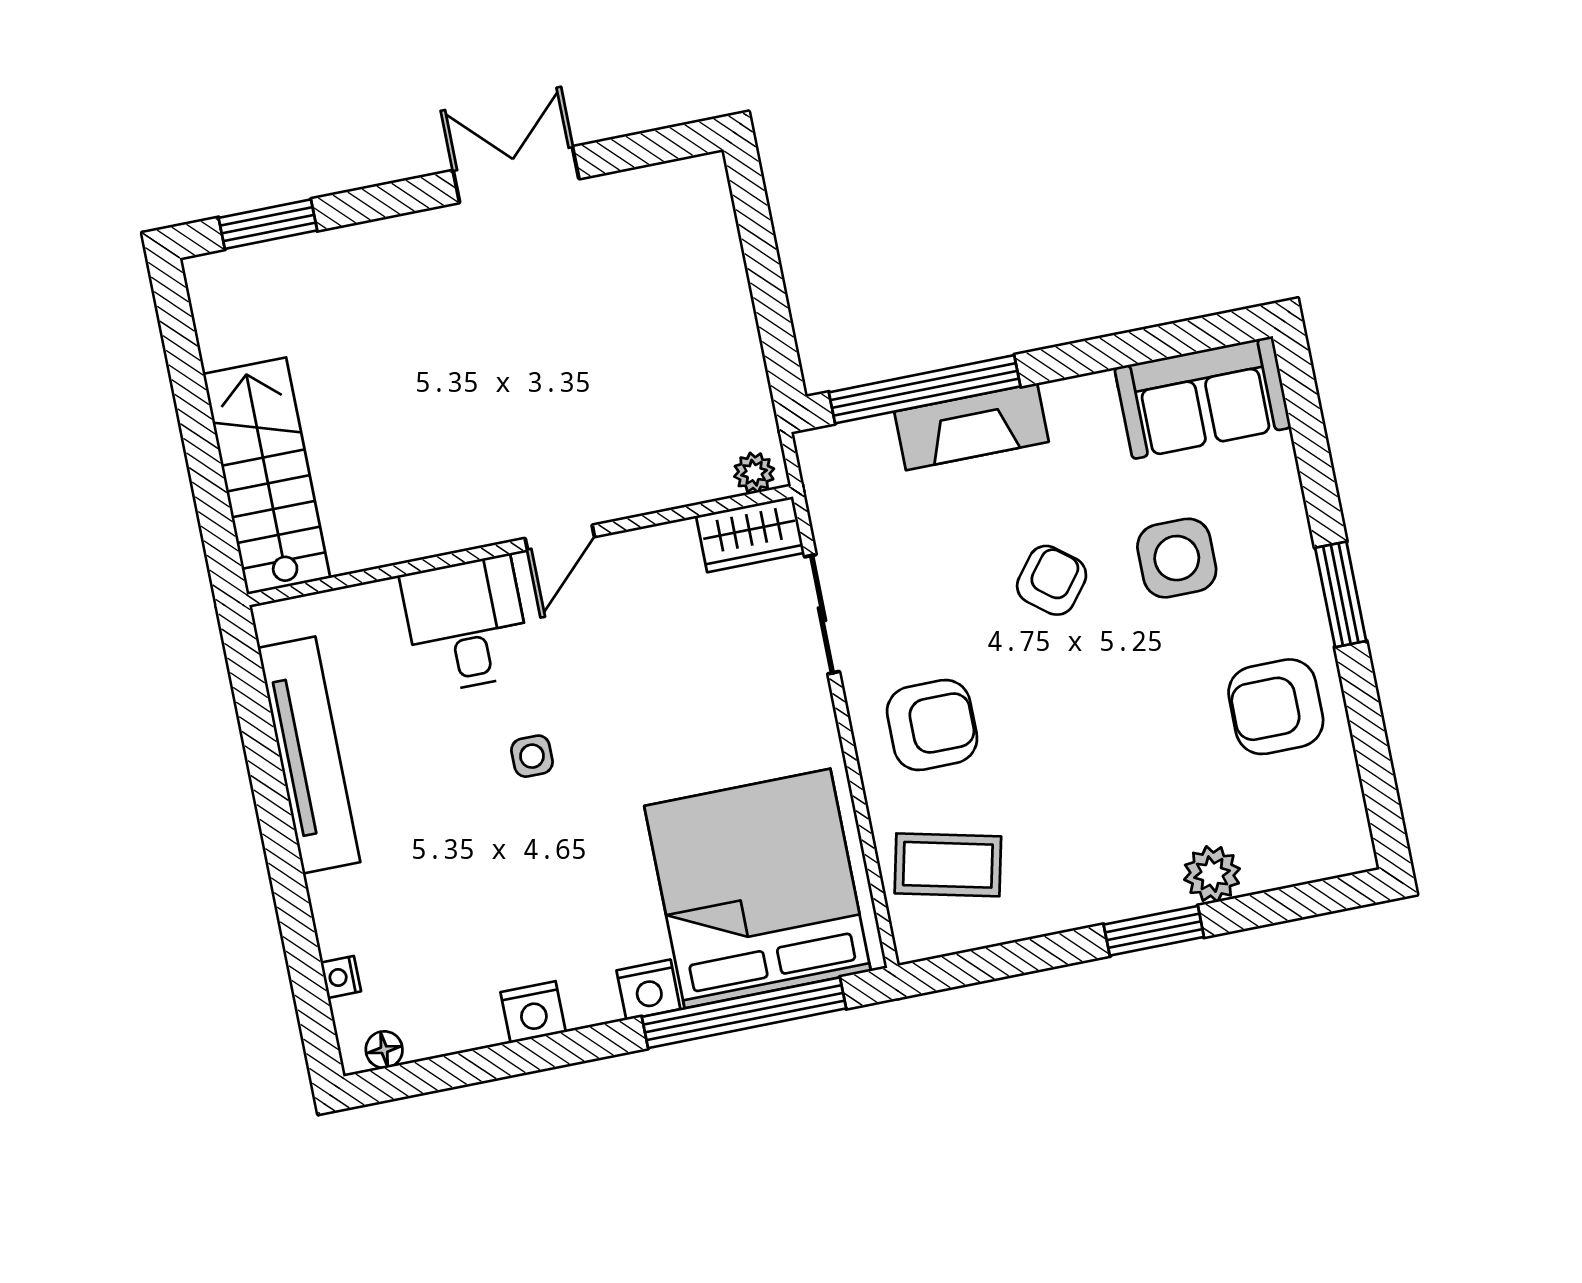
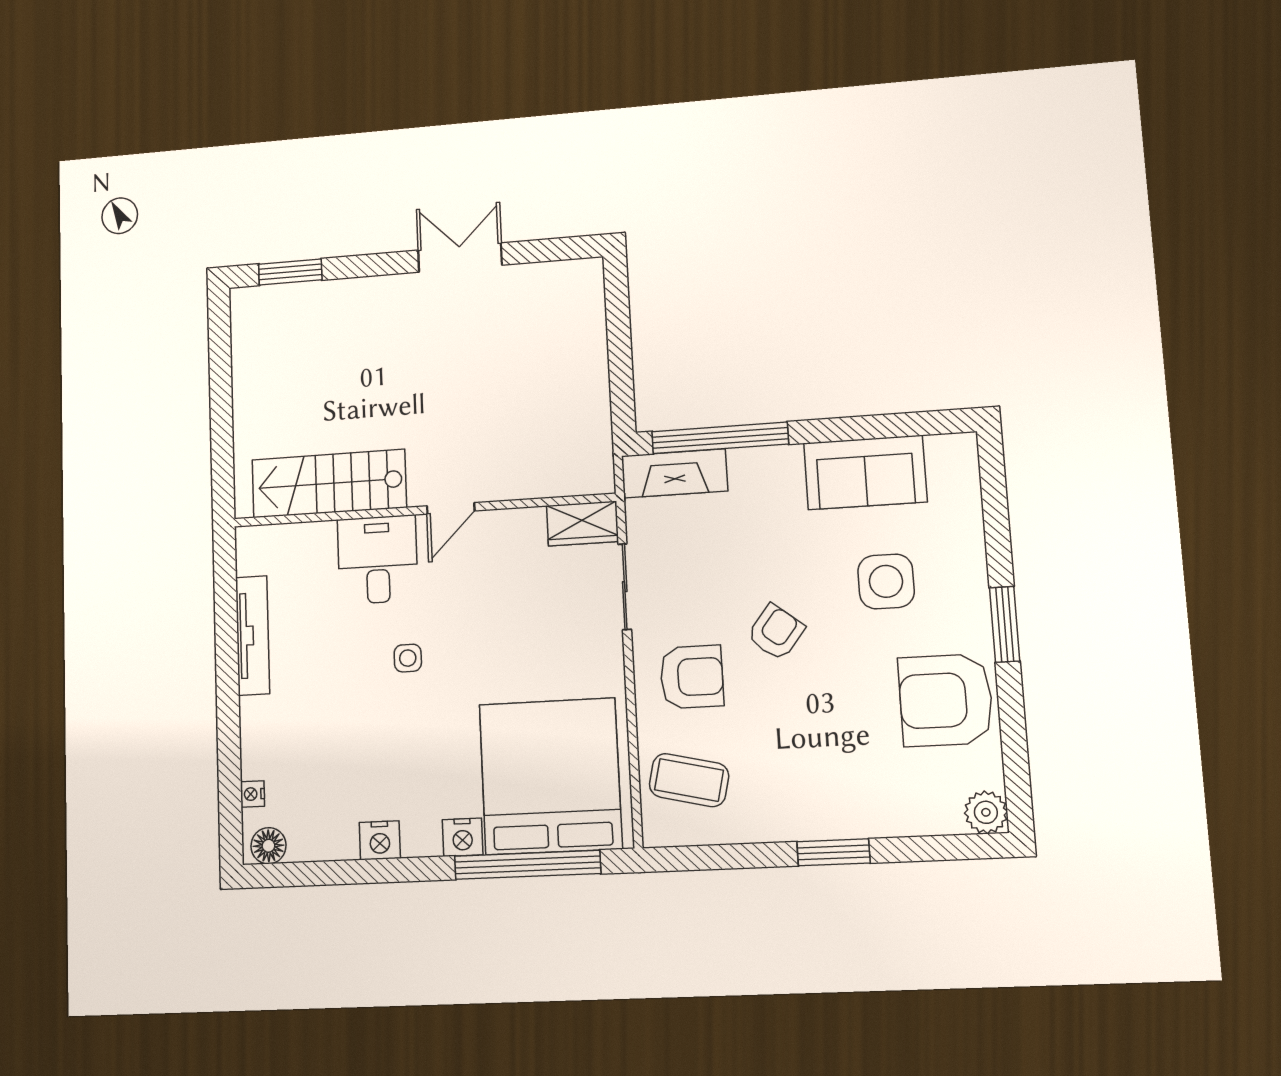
sofa: (1203, 398) -> (865, 472), moved
fireplace: (971, 427) -> (674, 473), moved
plant: (754, 473) -> (592, 481), removed
stairs: (267, 476) -> (329, 484), moved, turned -90
armchair: (1052, 580) -> (776, 632), moved
armchair: (1276, 707) -> (946, 700), width x1.36, depth x1.36
tv unit: (309, 755) -> (253, 635), width x0.73, depth x0.78
plant: (1212, 874) -> (986, 812), moved
floor lamp: (384, 1050) -> (268, 846), width x1.37, depth x1.37

